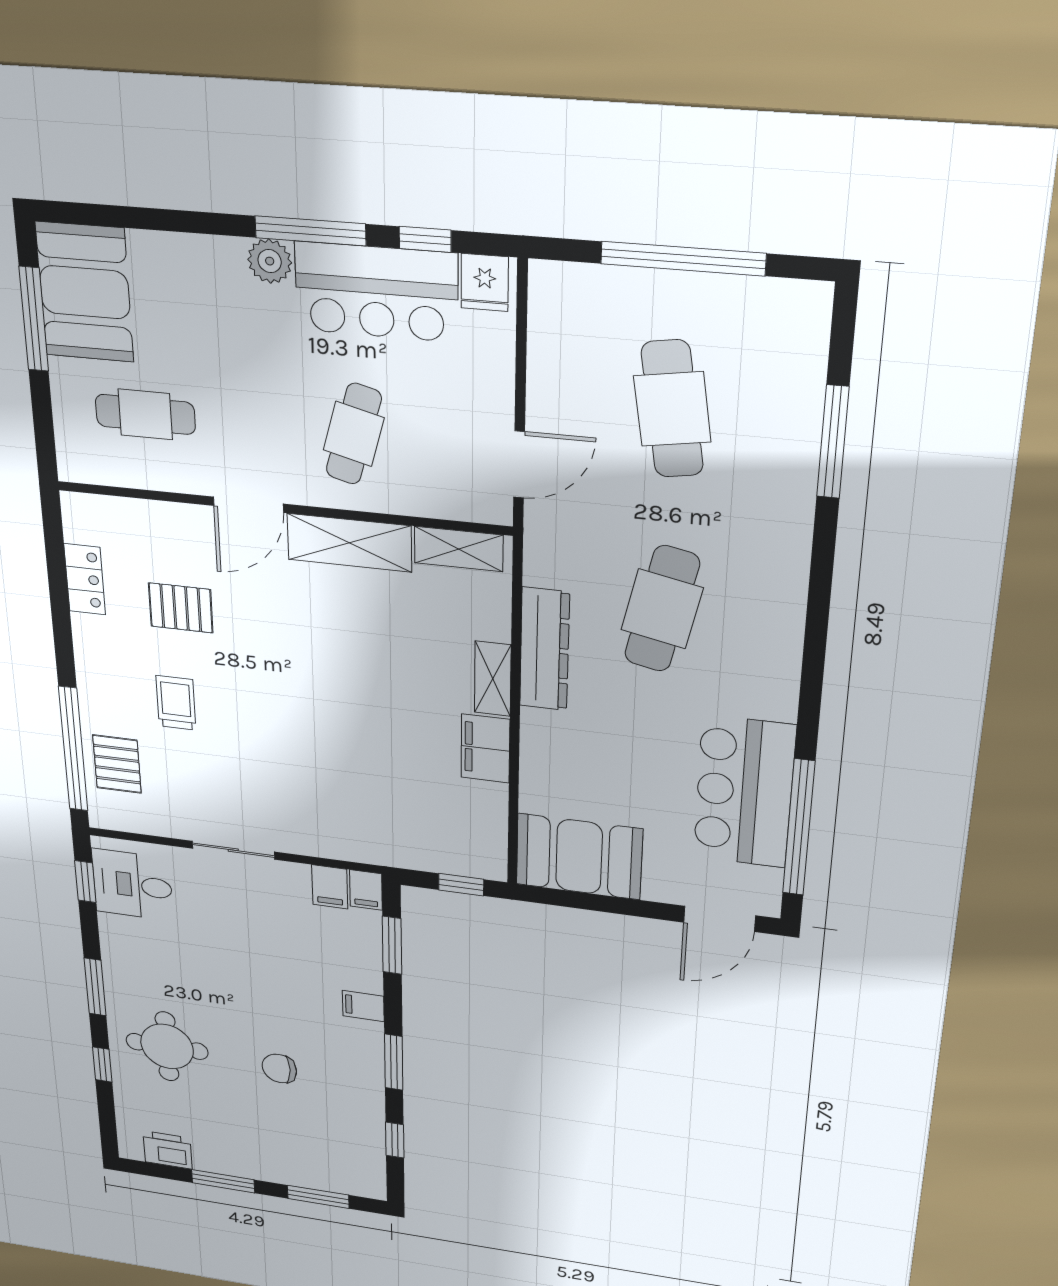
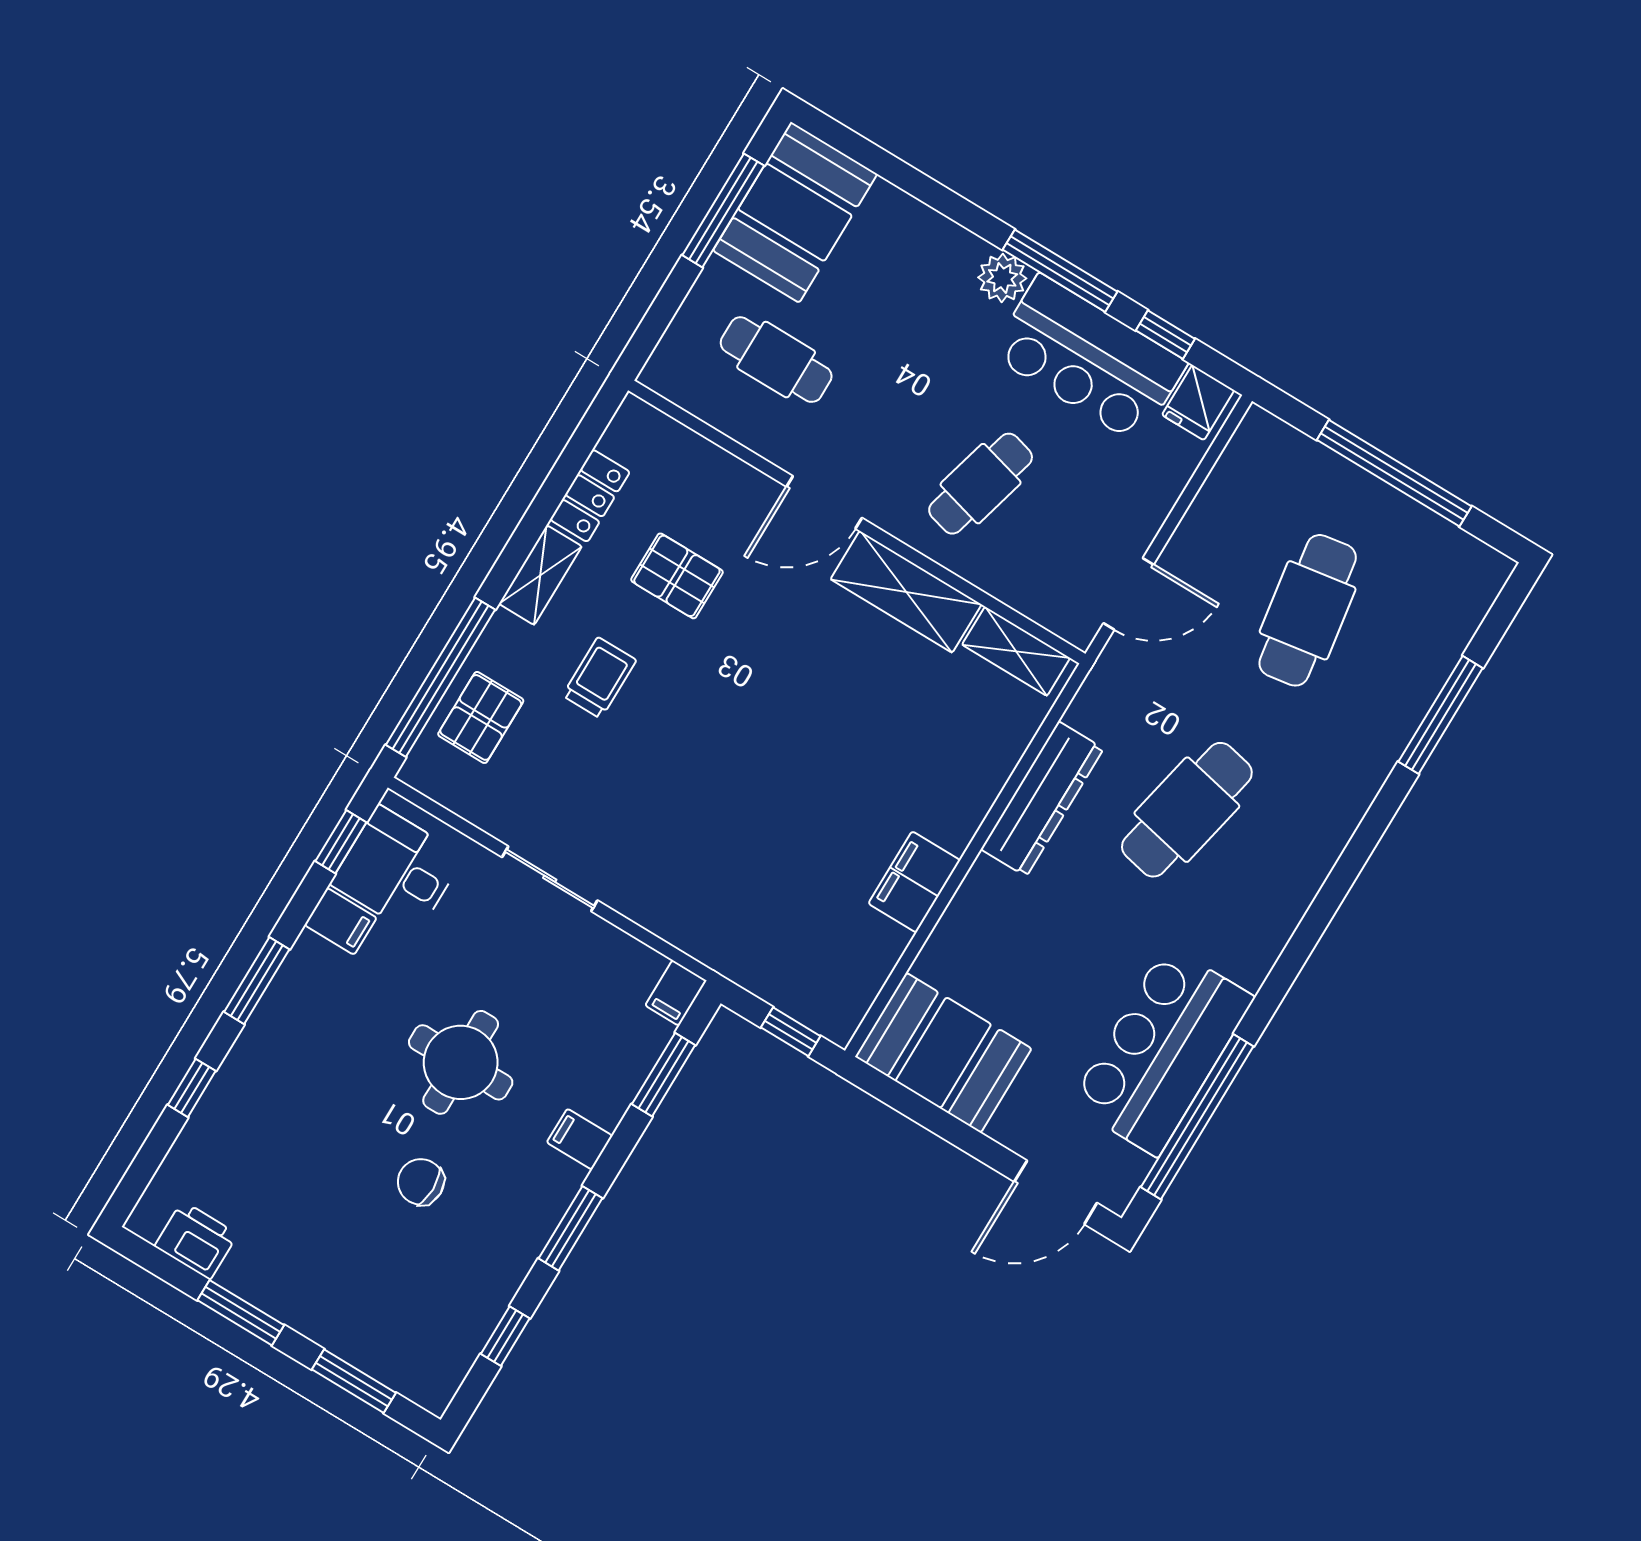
shelving: (493, 679) -> (540, 575), moved
filing cabinet: (330, 887) -> (341, 921), moved, turned -90
round table: (167, 1046) -> (461, 1062), moved

